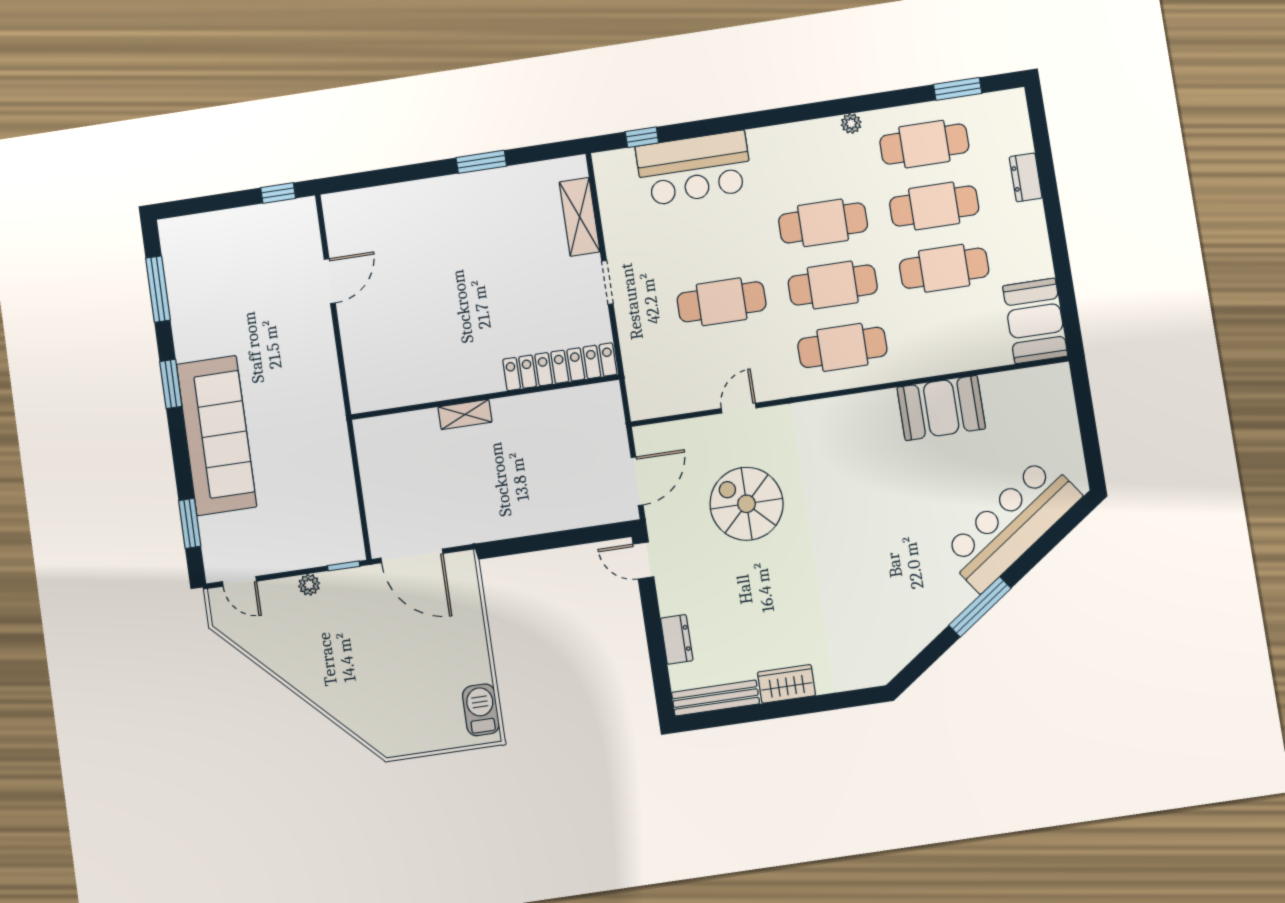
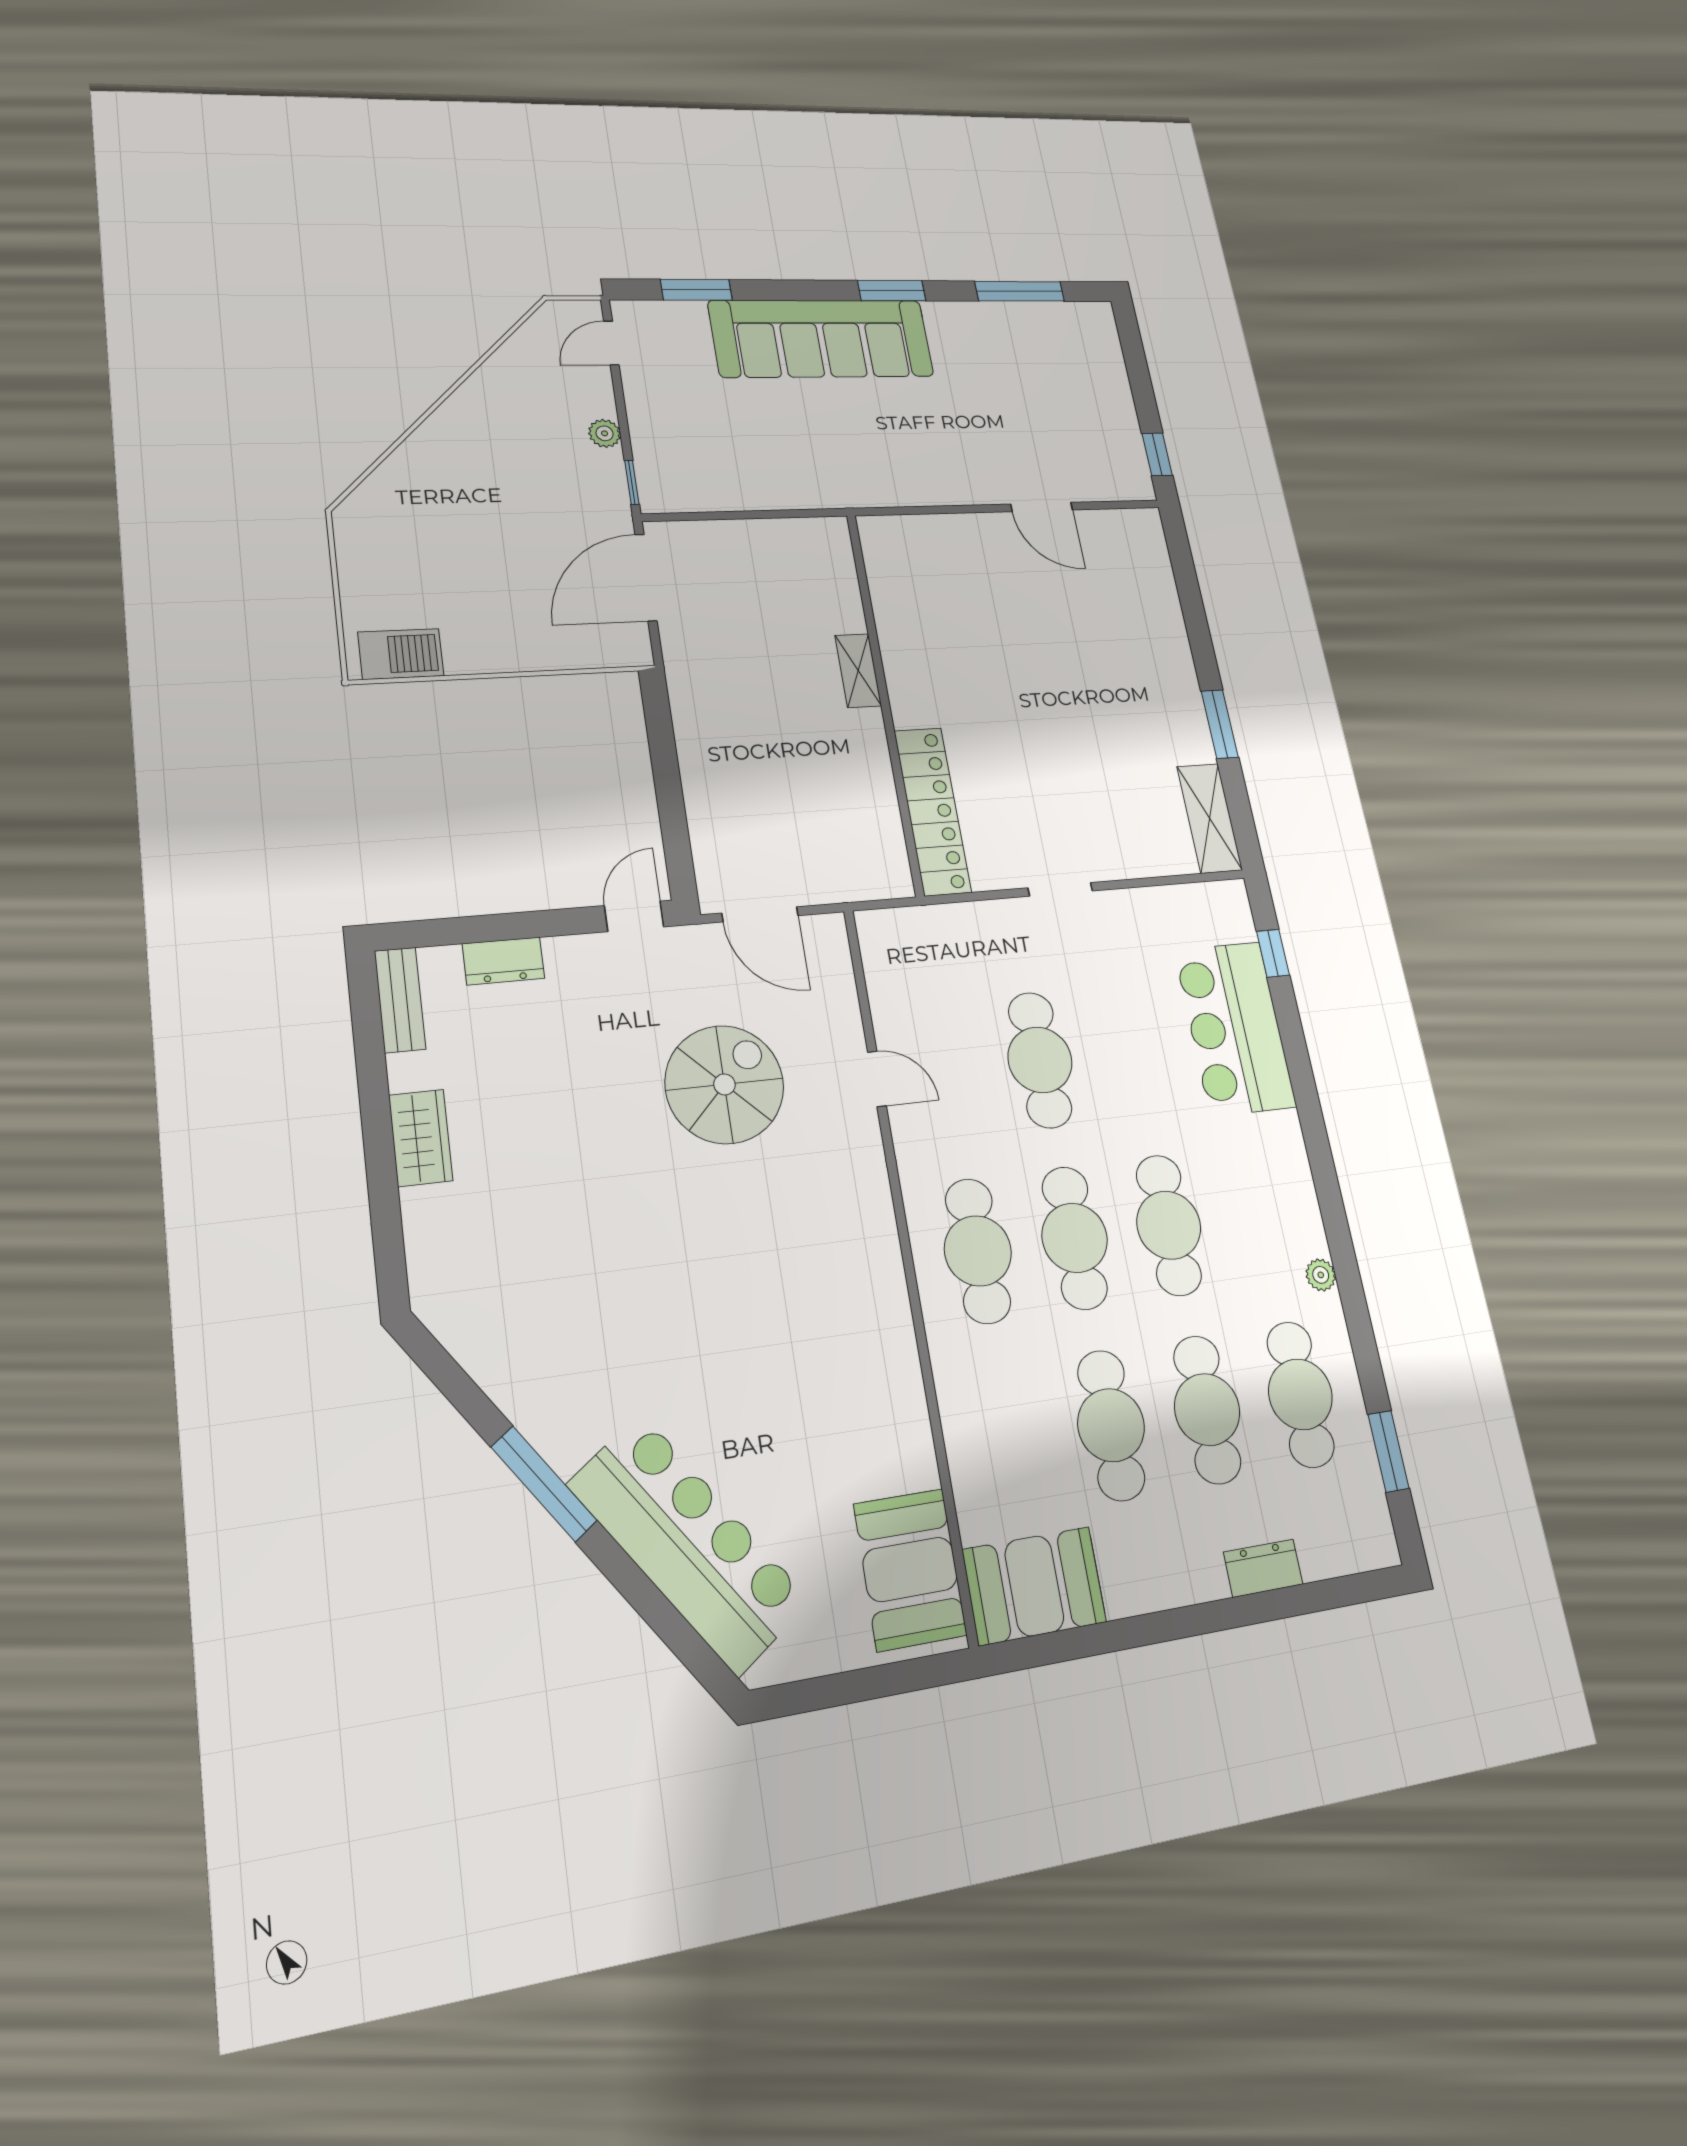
shelving: (580, 217) -> (1210, 818), moved, turned 90
booth: (941, 408) -> (910, 1569), moved
bench: (716, 698) -> (400, 1000), width x0.73

